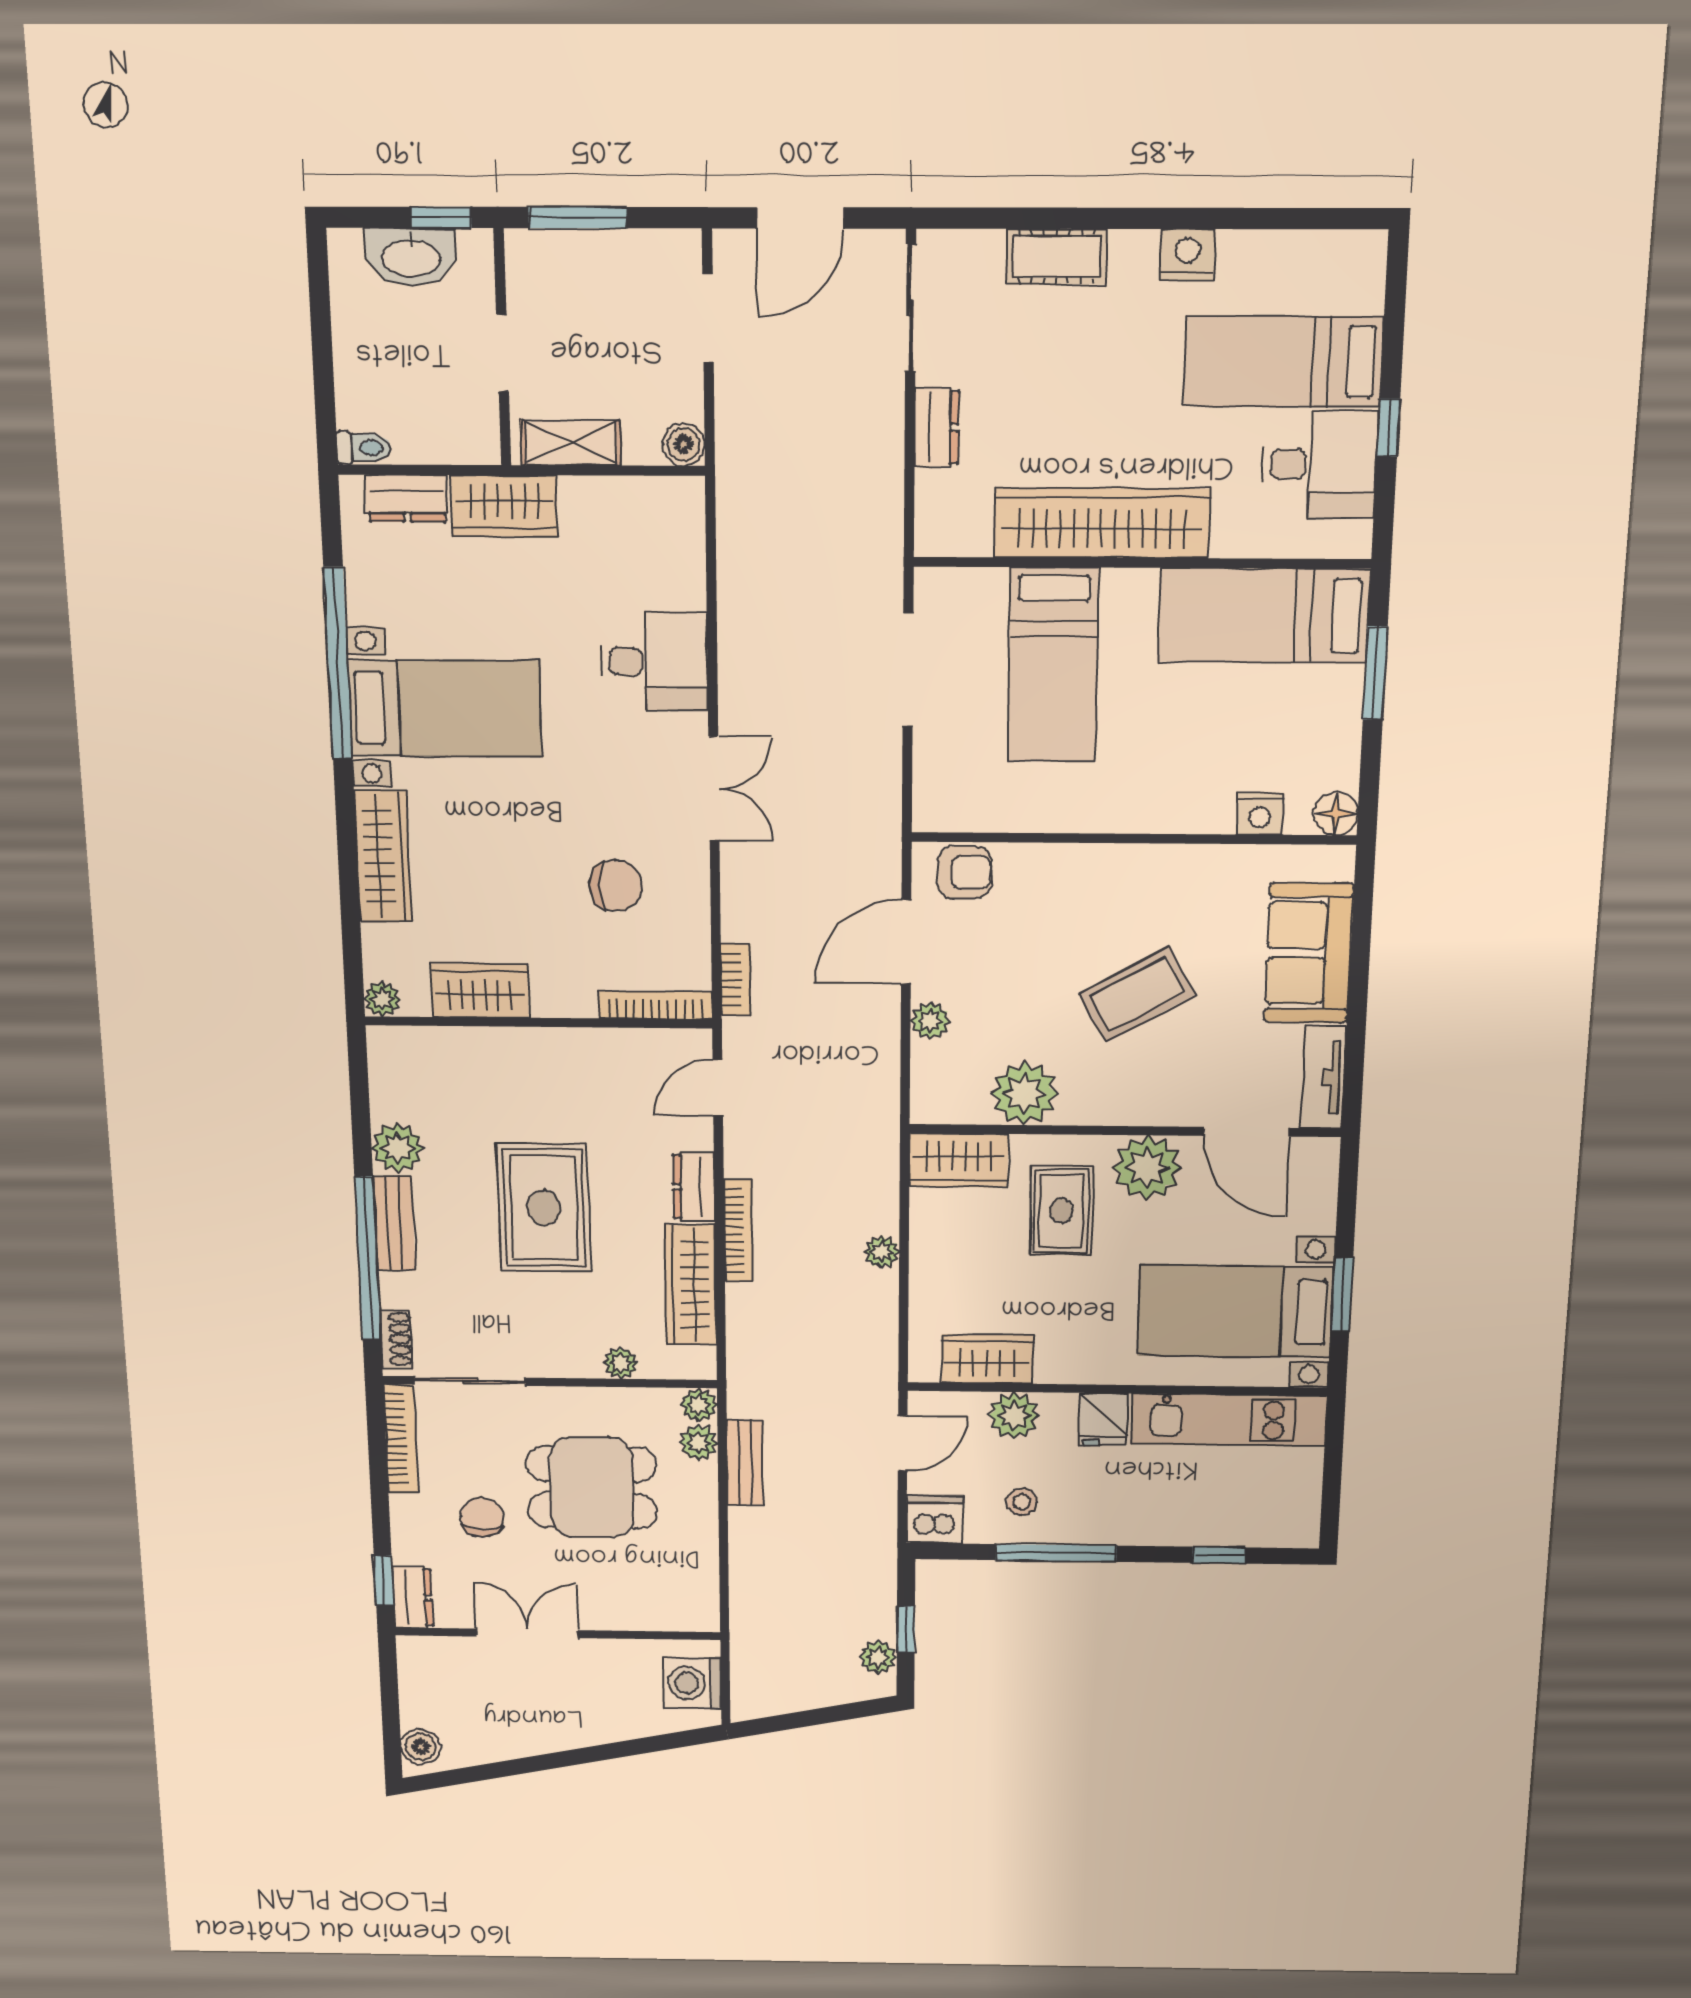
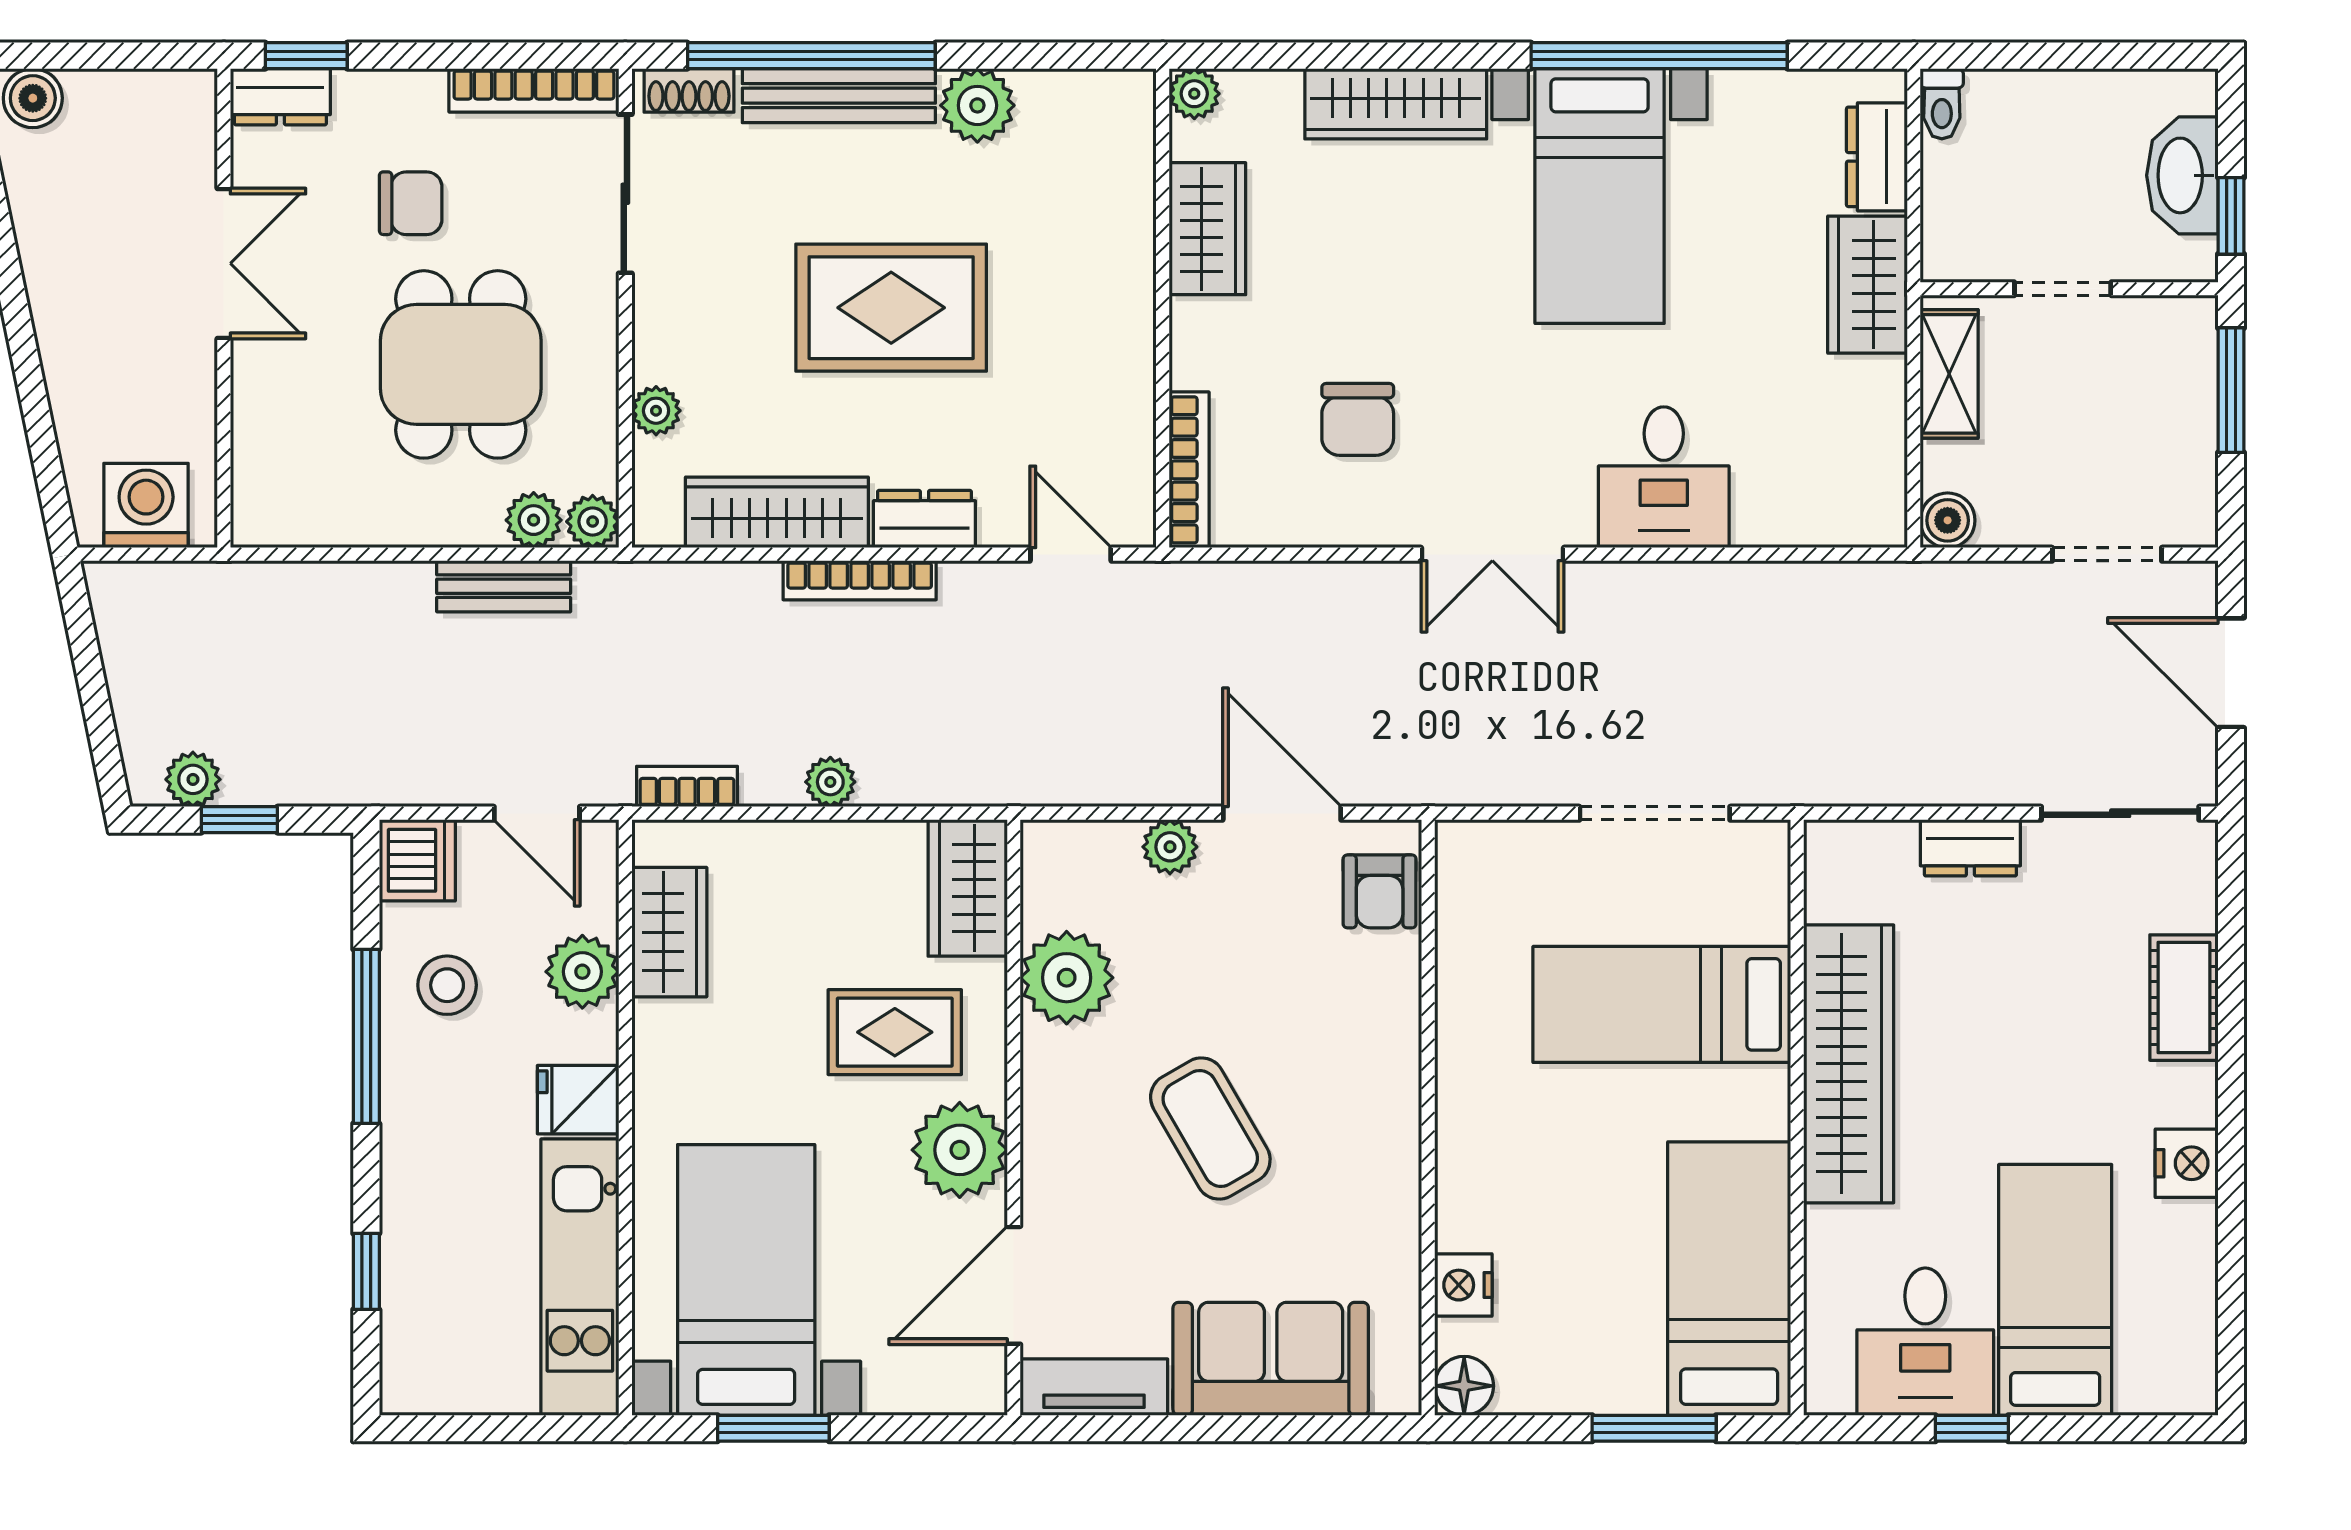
bookcase: (736, 980) -> (687, 787), moved, turned 180
bench: (394, 1224) -> (839, 96), width x1.36
stool: (1022, 1502) -> (447, 985), width x1.37, depth x1.37

